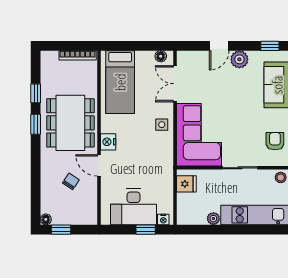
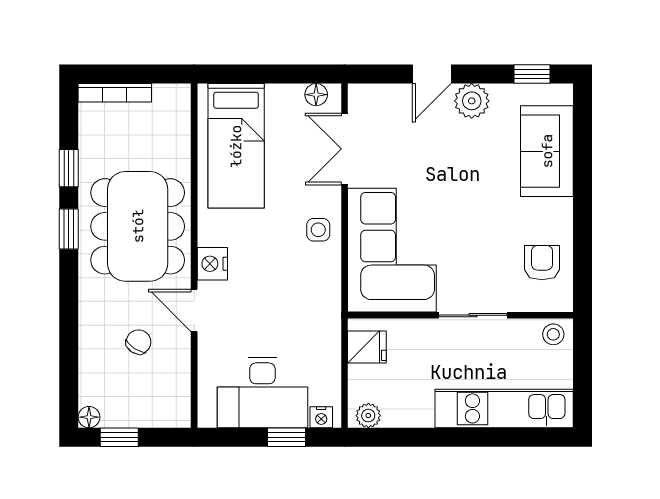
bookcase: (78, 55) -> (115, 93), moved
plant: (213, 219) -> (368, 416), moved

